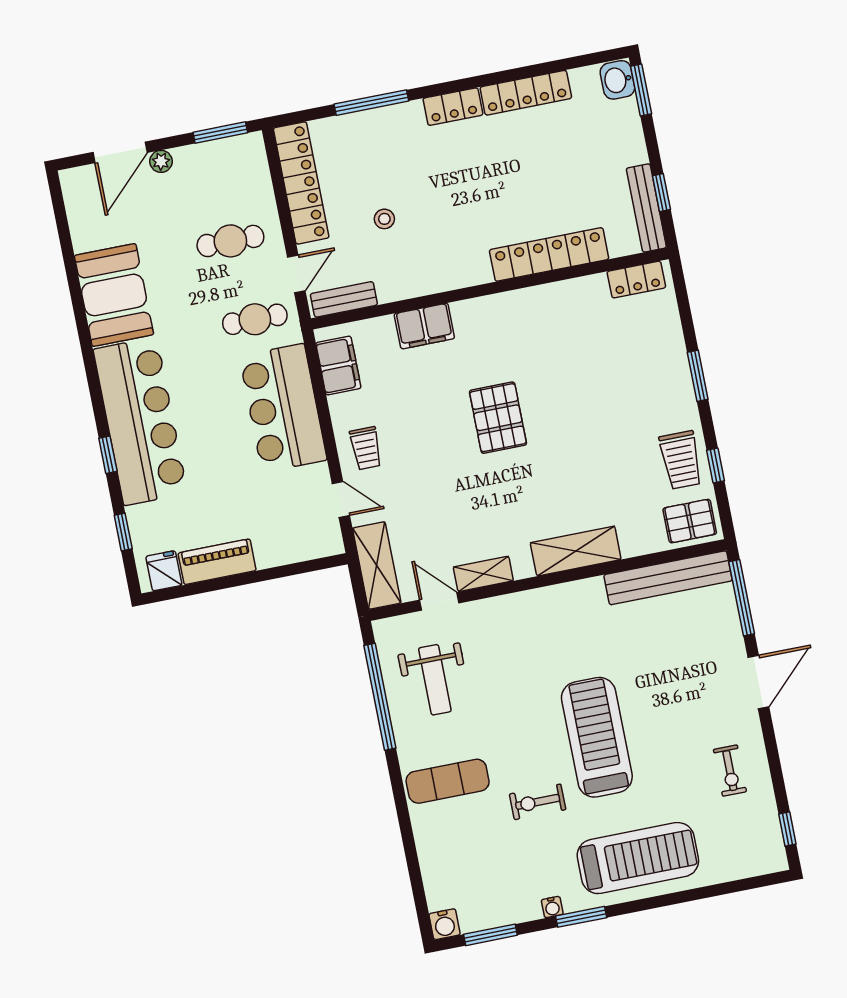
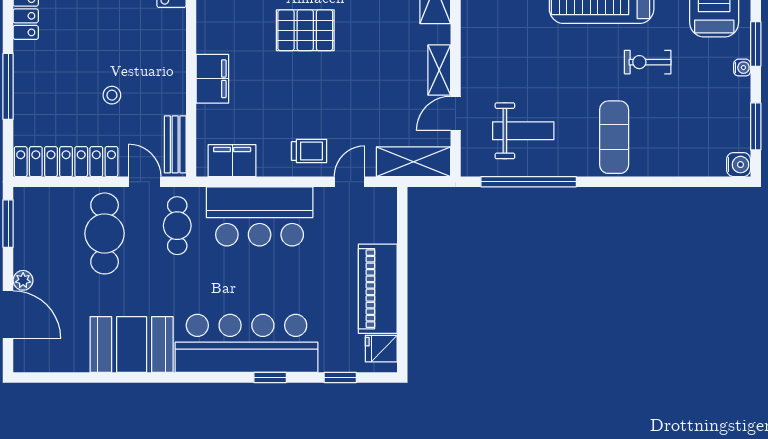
cafe table: (230, 241) -> (105, 233), width x1.37, depth x1.35
piano: (217, 562) -> (378, 289), width x1.37, depth x1.33
exercise bike: (538, 802) -> (648, 62), turned 90

